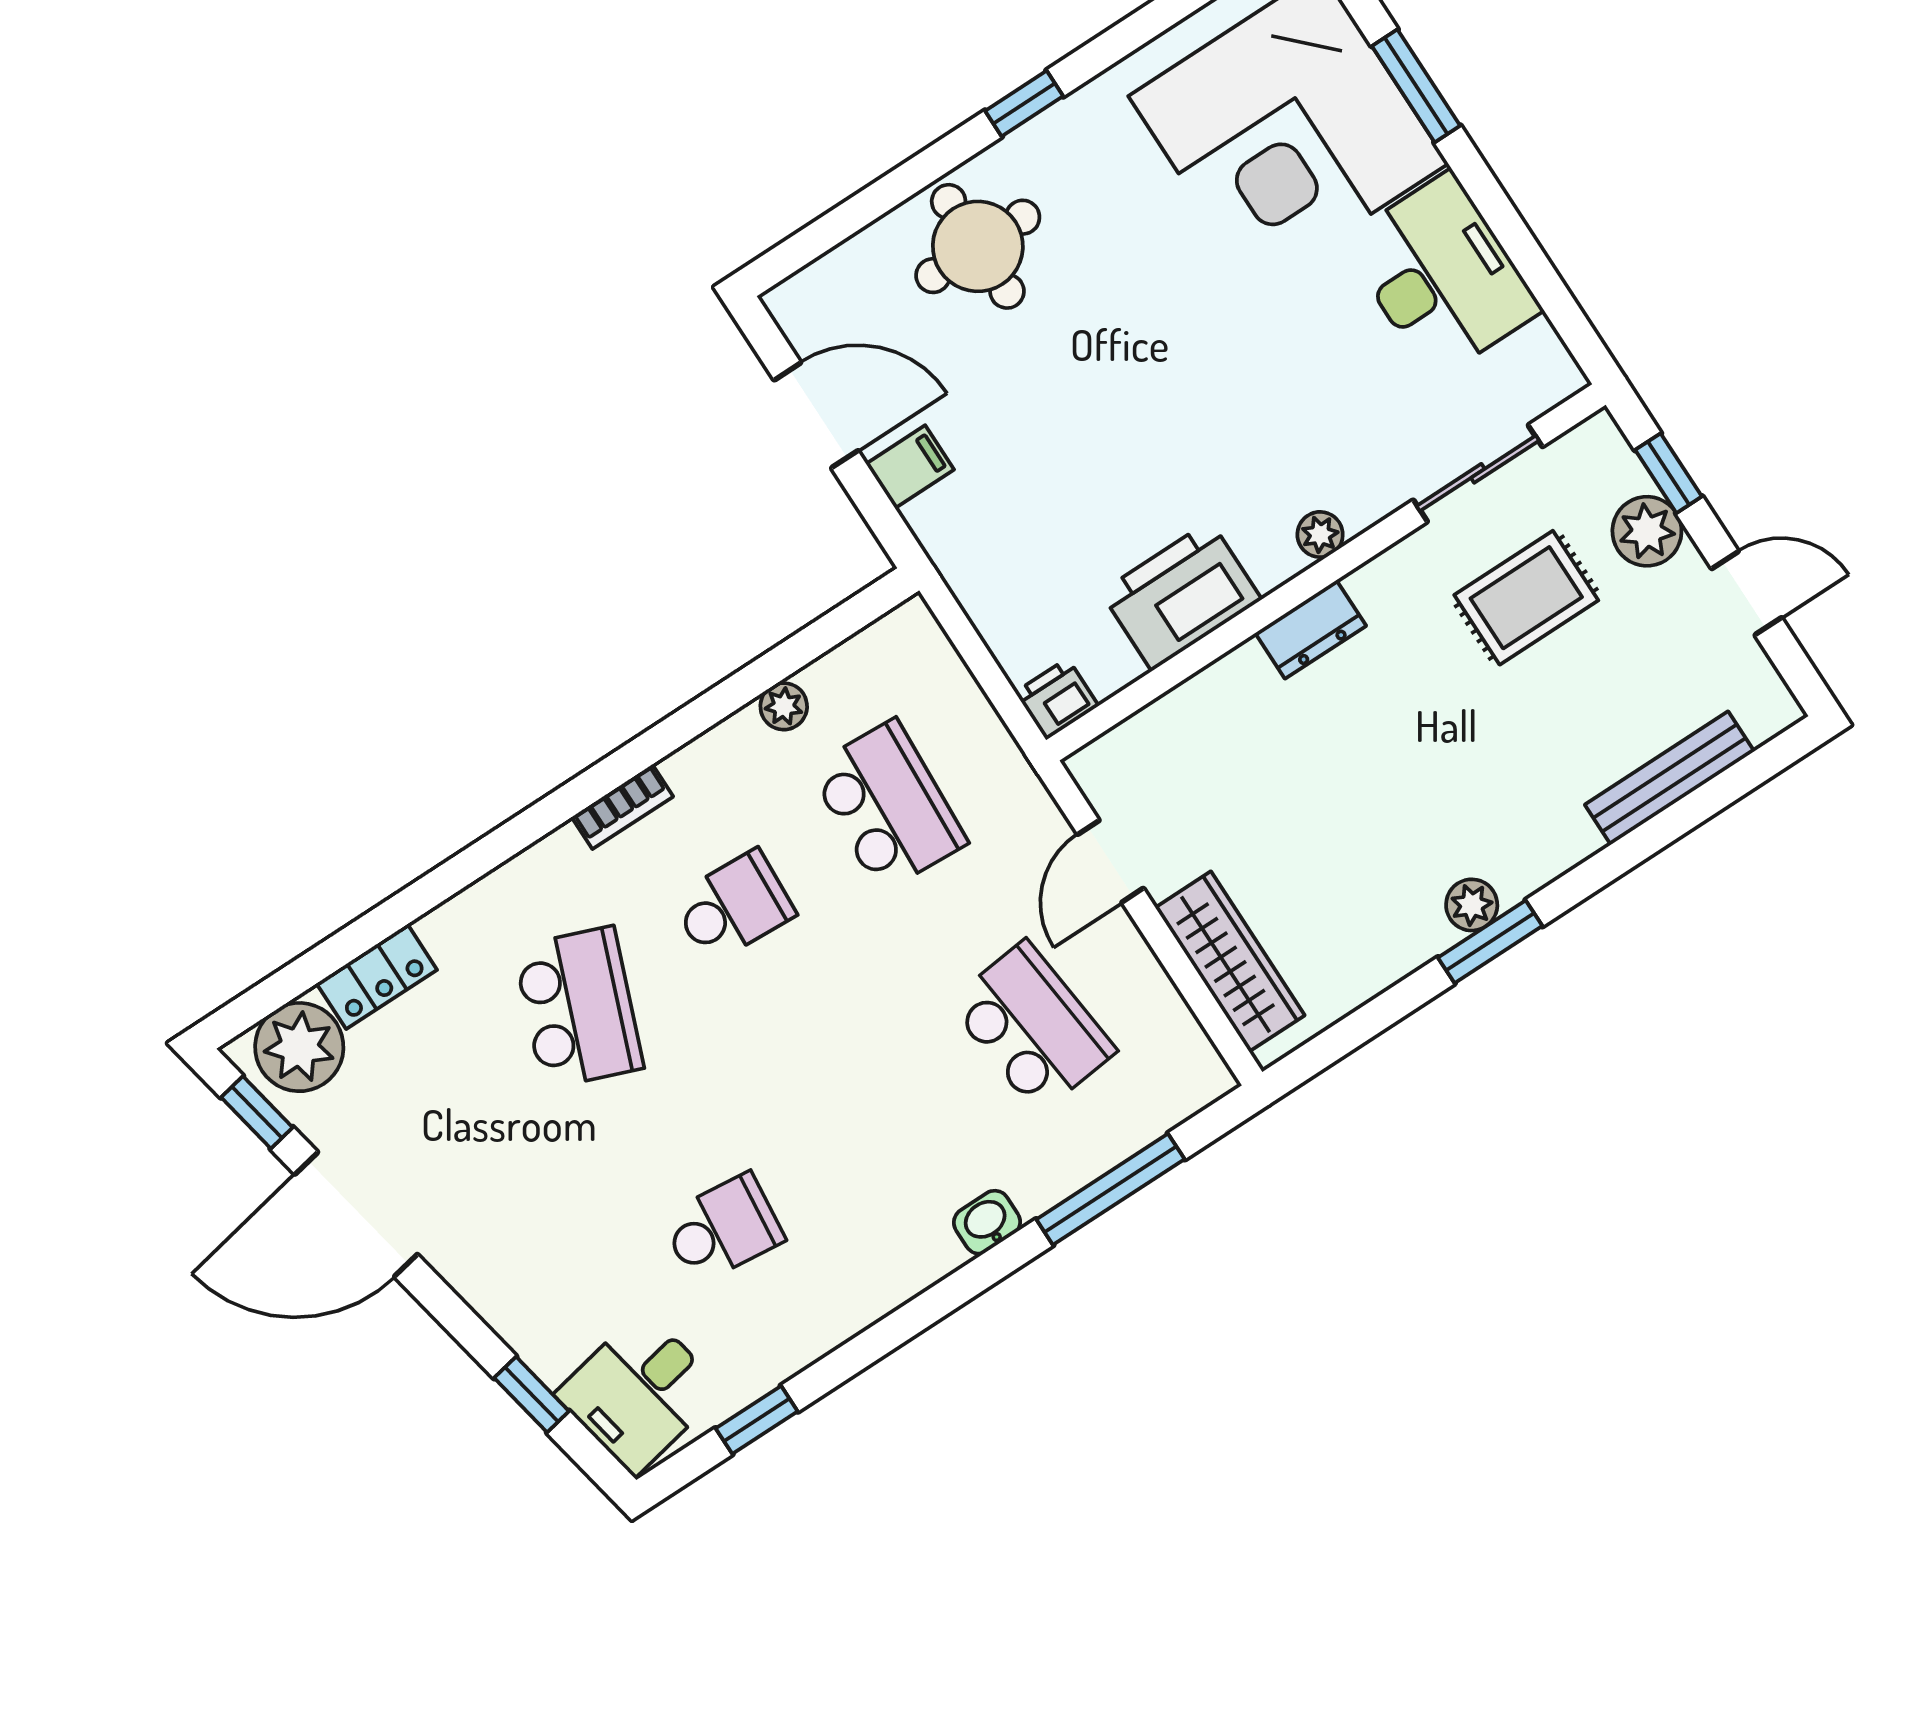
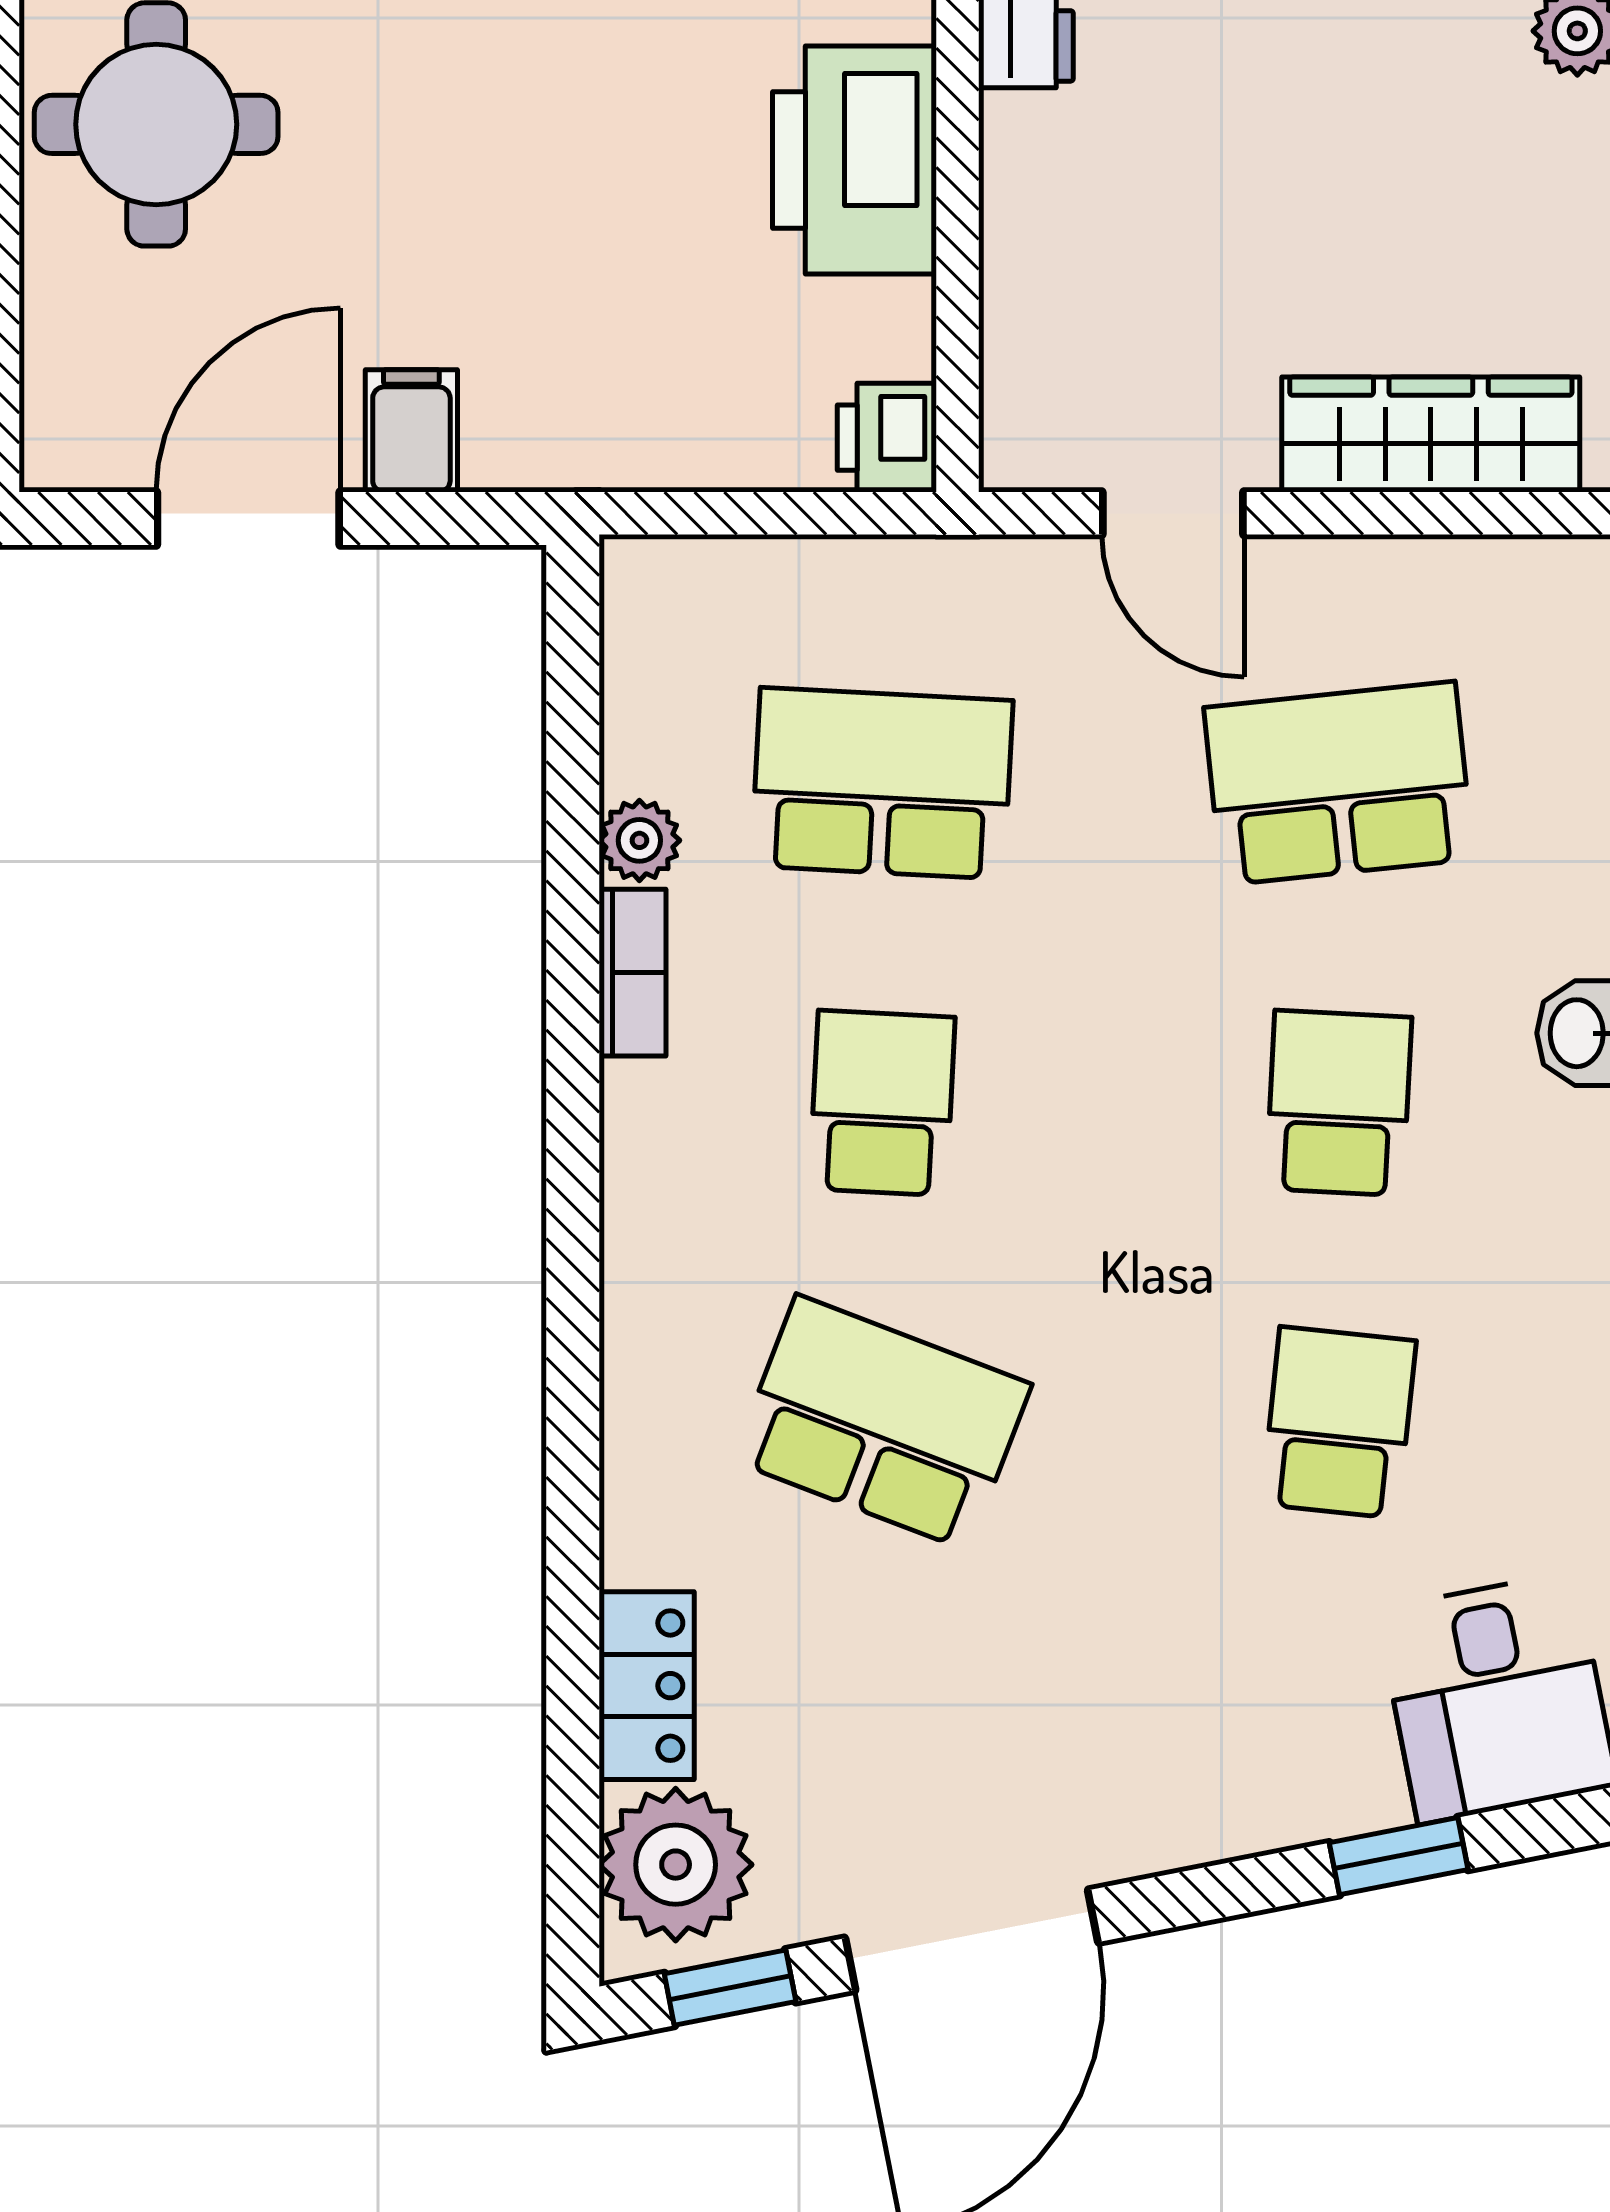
bookcase: (622, 807) -> (632, 973), moved
school desk: (877, 1128) -> (1339, 1103), added

